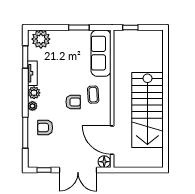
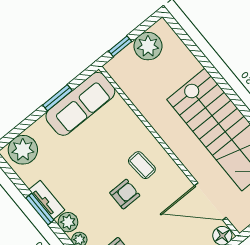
plant: (144, 39) -> (148, 46), added
sofa: (101, 53) -> (80, 104), moved, turned -90
window: (25, 57) -> (40, 209), moved

